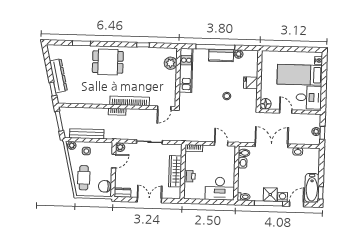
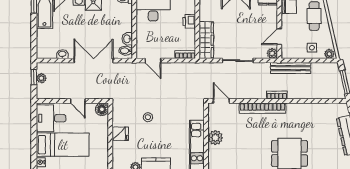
plant: (171, 63) -> (215, 138), moved
door: (164, 108) -> (221, 101), hinge flipped
bench: (87, 134) -> (291, 68), moved
double door: (271, 145) -> (94, 61), swing flipped
wardrobe: (175, 171) -> (206, 40), moved

